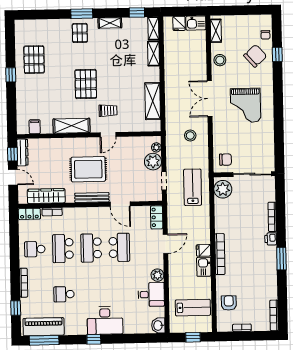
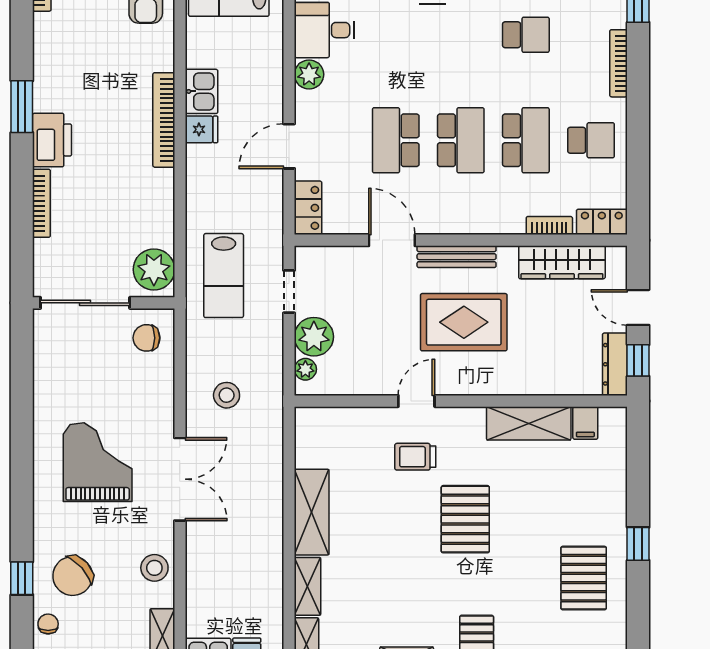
shelving: (153, 101) -> (312, 512), moved
shelving: (71, 126) -> (529, 423), moved
printer: (271, 239) -> (52, 140), width x1.87, depth x1.48

